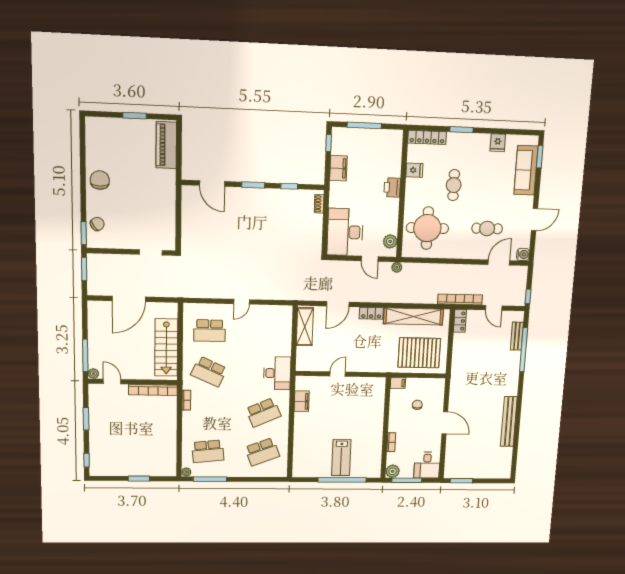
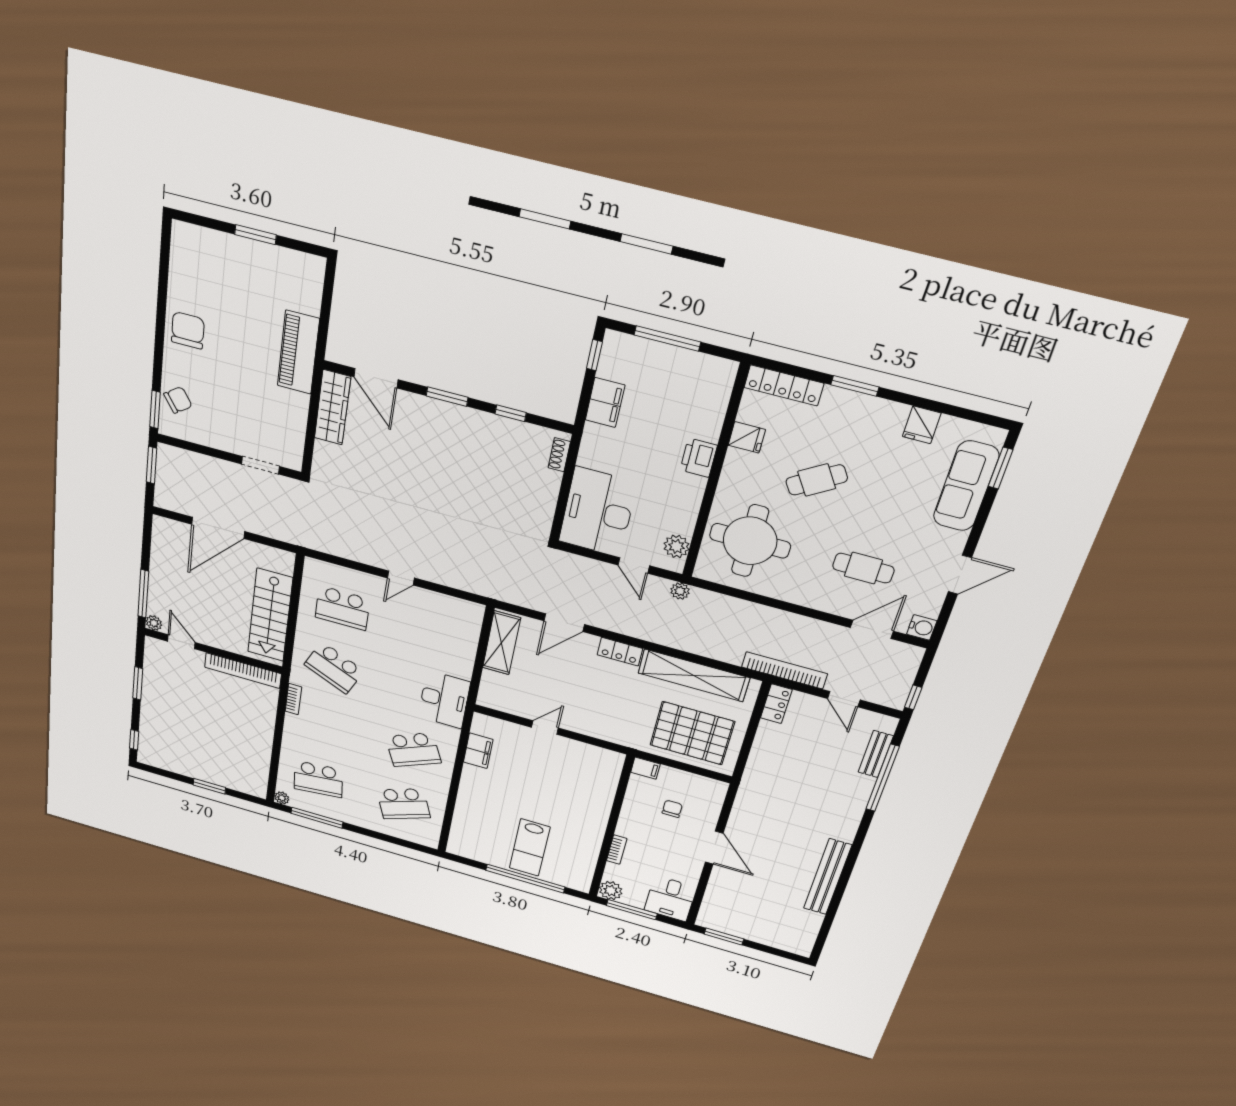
piano: (166, 145) -> (298, 352), moved
cafe table: (454, 185) -> (817, 480), turned 58
wardrobe: (189, 207) -> (333, 407), added

